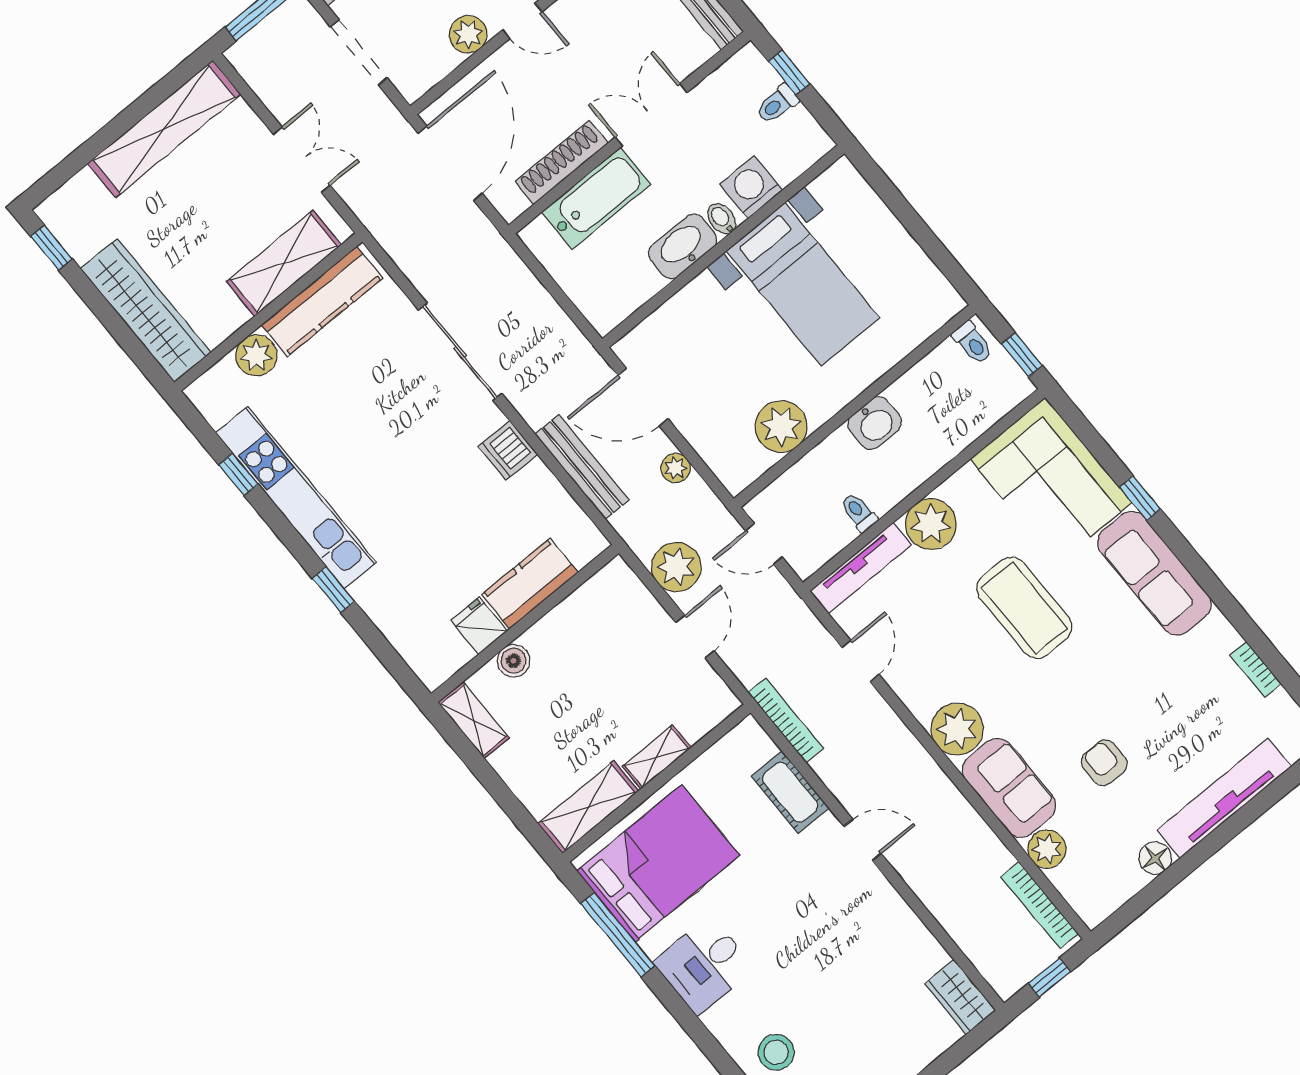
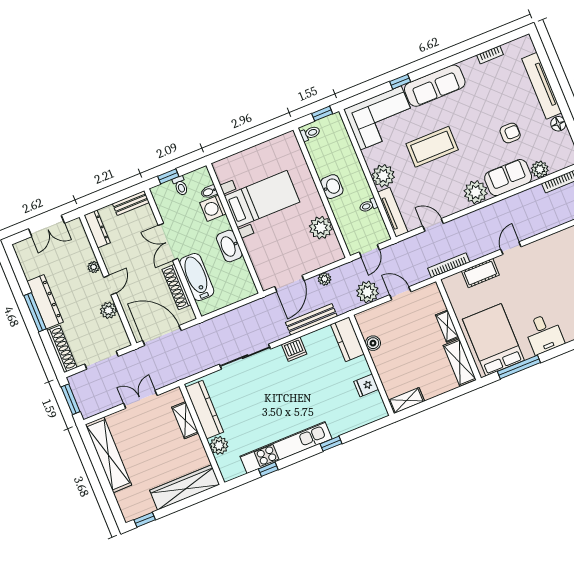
bidet: (722, 219) -> (209, 192), moved
shelving: (284, 263) -> (185, 420), width x0.67, depth x0.75
kitchen counter: (530, 584) -> (347, 339), moved
boiler: (514, 661) -> (373, 343), moved
armchair: (1104, 763) -> (510, 133), turned 180

